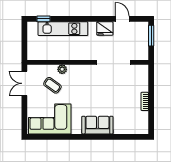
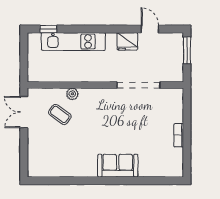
corner sofa: (50, 119) -> (56, 158), removed

